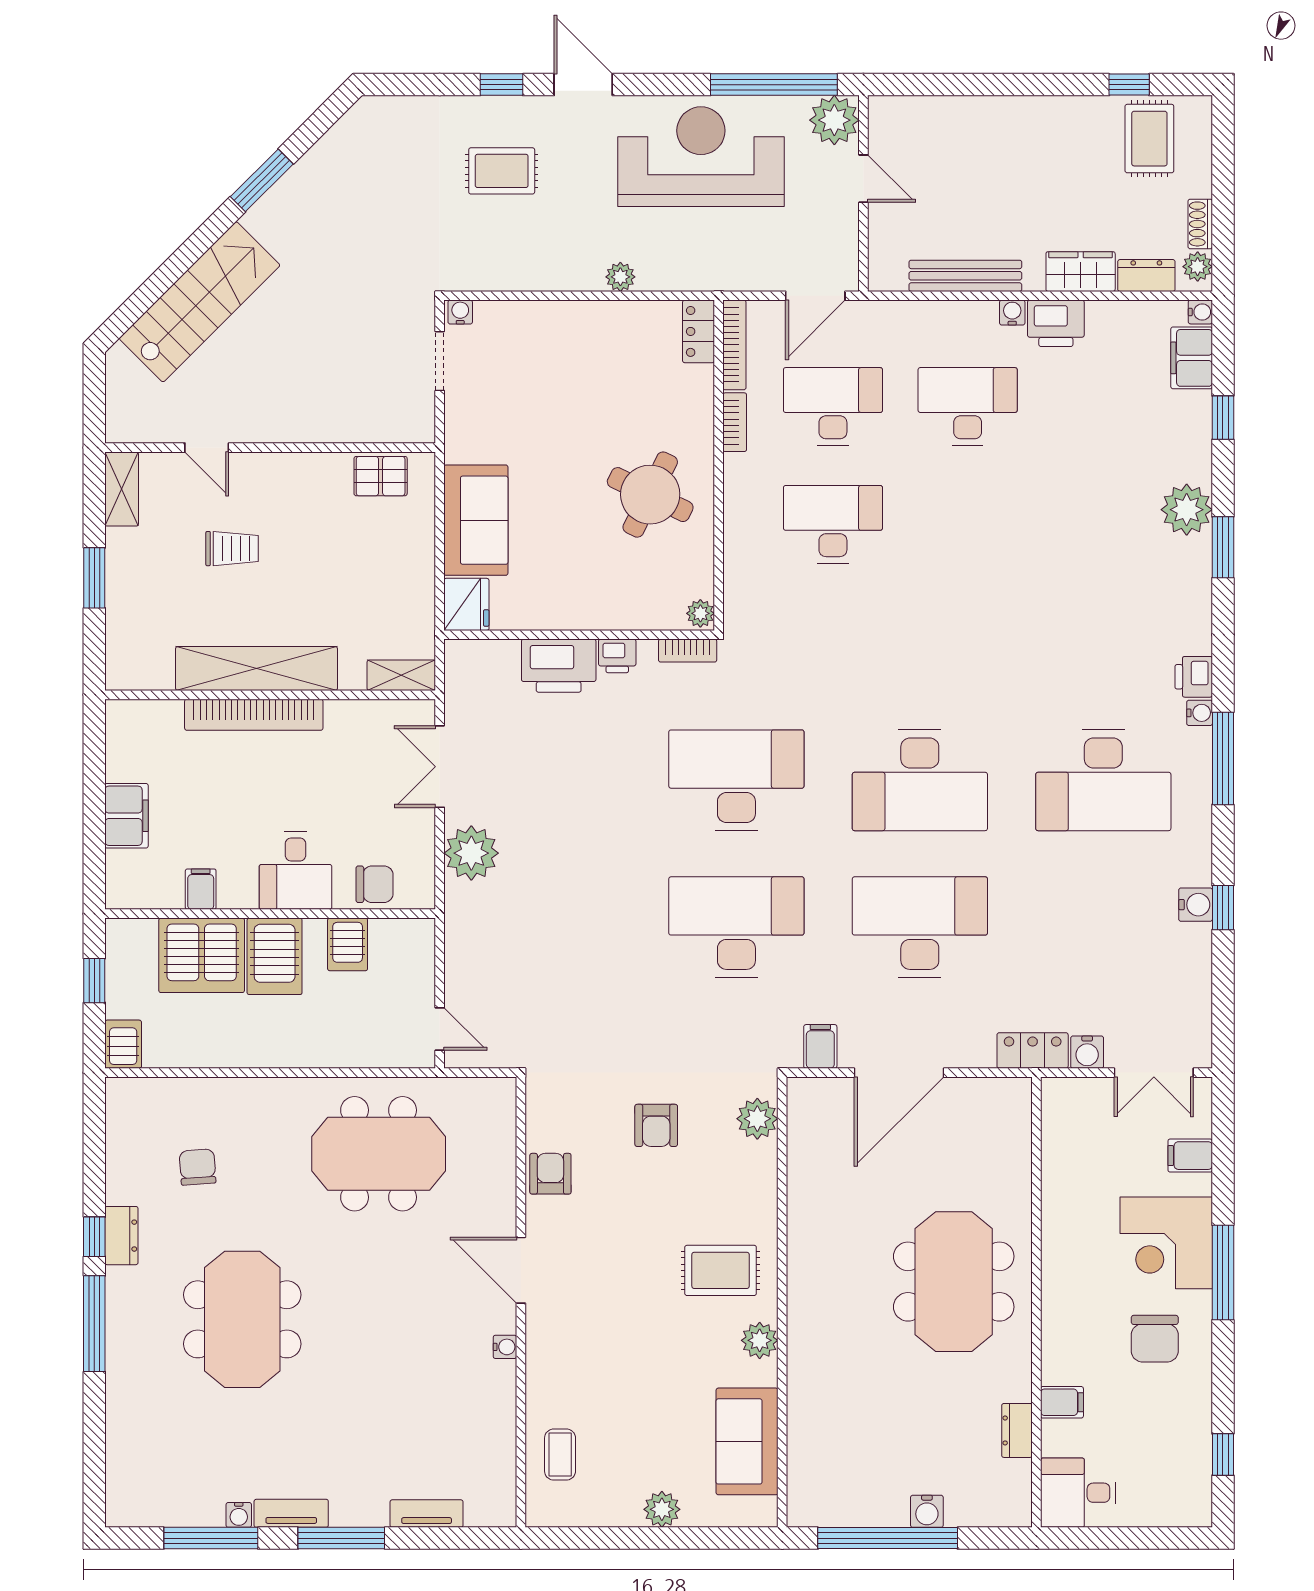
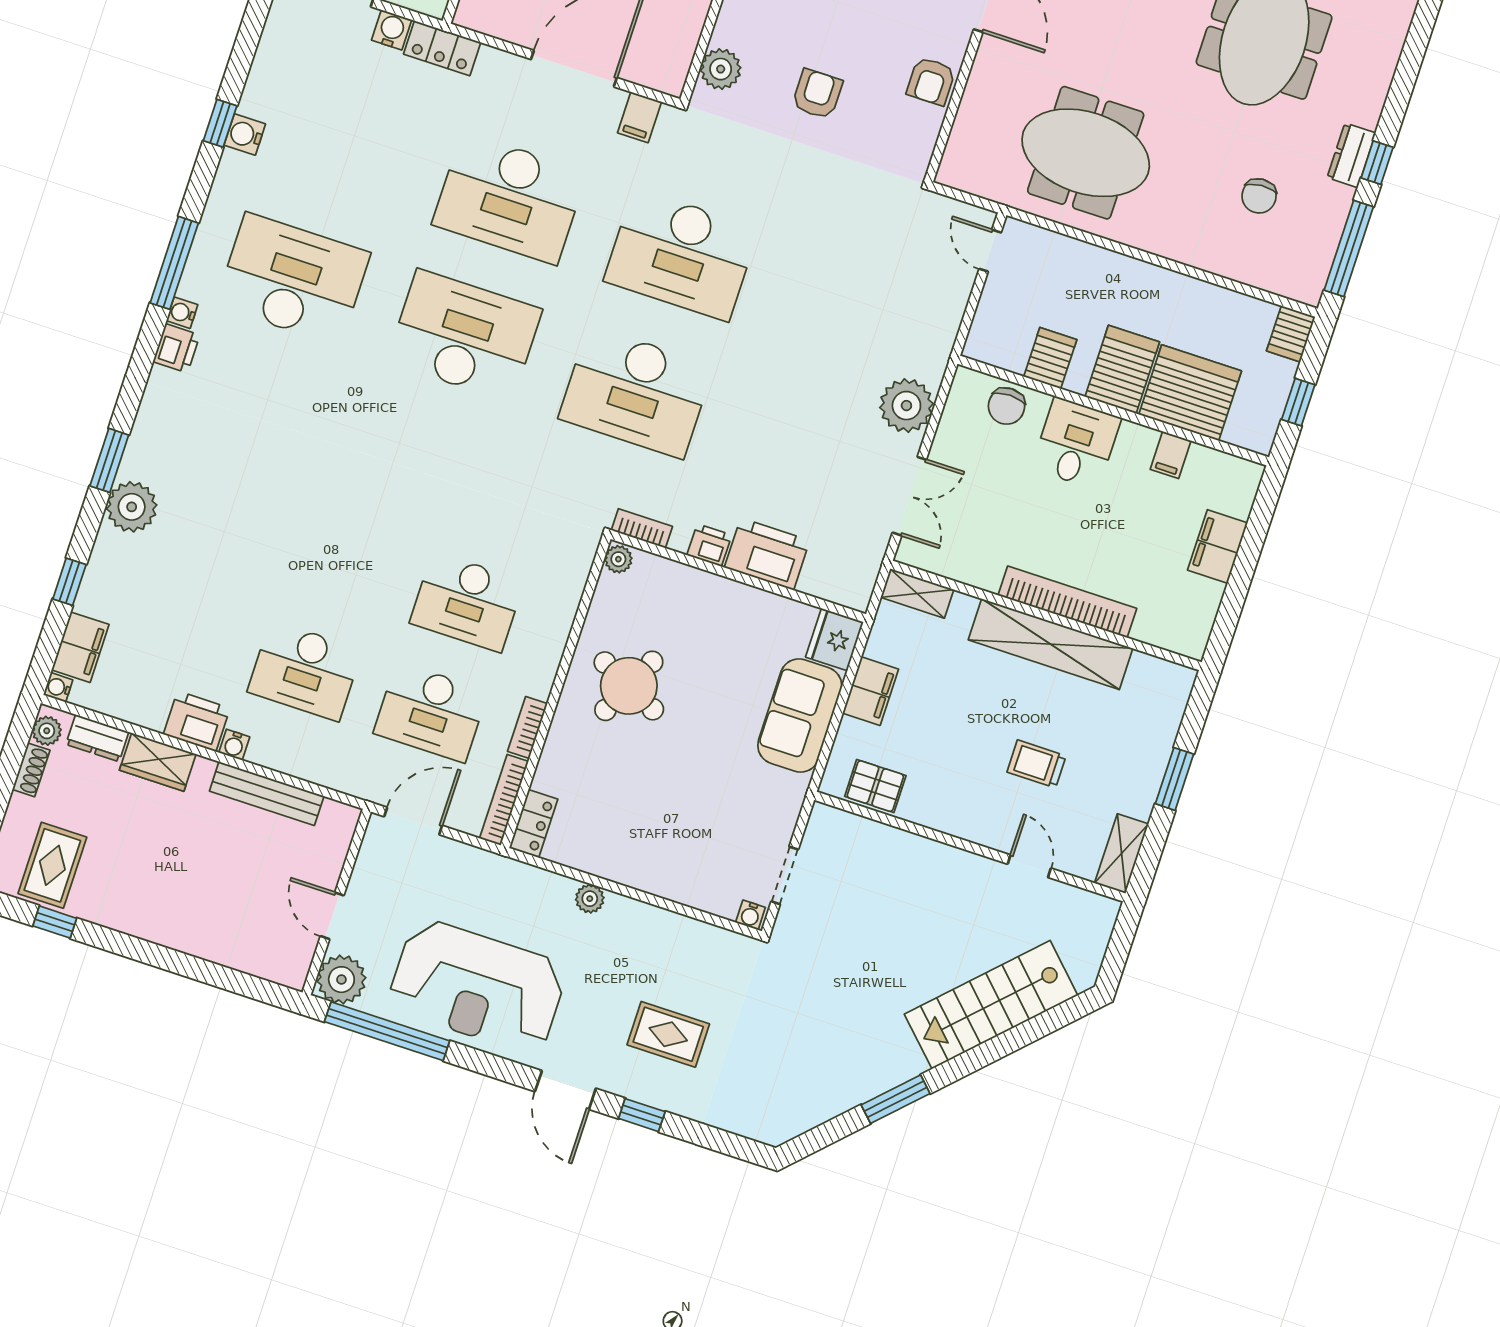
filing cabinet: (415, 566) -> (871, 691), added
chair: (375, 884) -> (1006, 406), turned -90
window: (94, 1324) -> (1349, 248), moved

